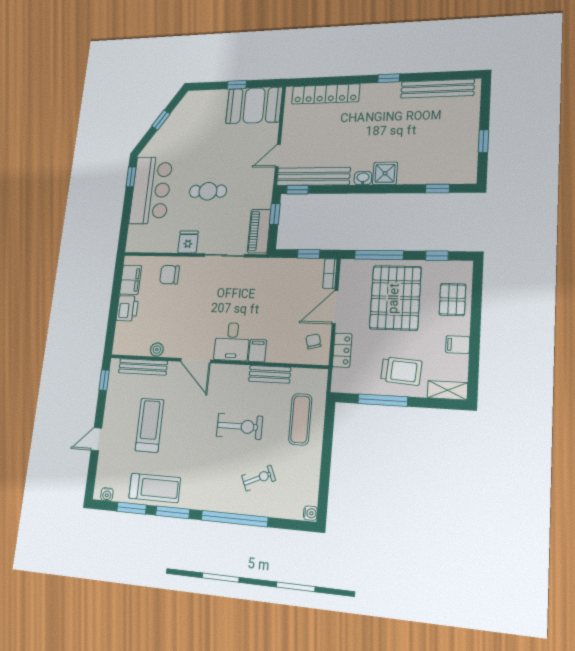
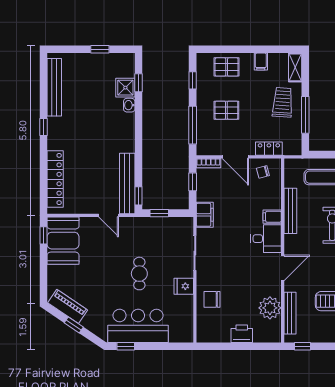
window: (237, 85) -> (43, 235), moved
shower: (385, 173) -> (125, 88), moved
washbasin: (363, 178) -> (129, 105), moved
piano: (259, 231) -> (68, 306), moved, turned -146
chair: (170, 275) -> (212, 299), turned 90
filing cabinet: (131, 280) -> (205, 215), moved, turned 90
pallet: (395, 298) -> (226, 110), width x0.49, depth x0.50
plant: (157, 350) -> (270, 308), width x1.88, depth x1.88
bench: (270, 374) -> (290, 211), width x1.36

